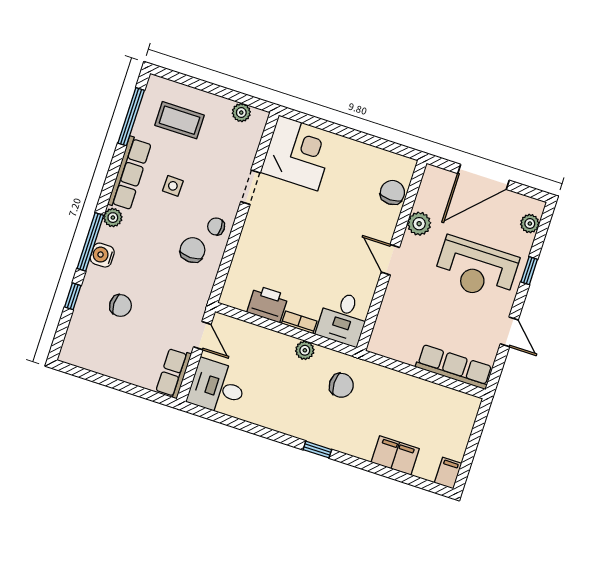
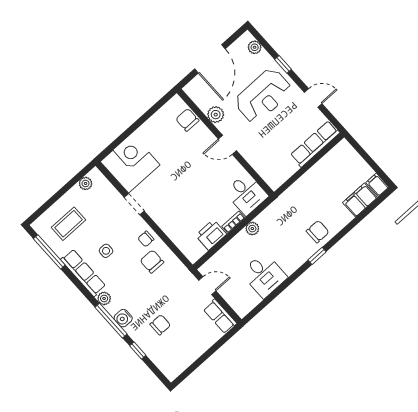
chair: (341, 385) -> (318, 232), moved
desk: (217, 387) -> (264, 275), moved, turned -90
filing cabinet: (395, 455) -> (360, 200), moved

